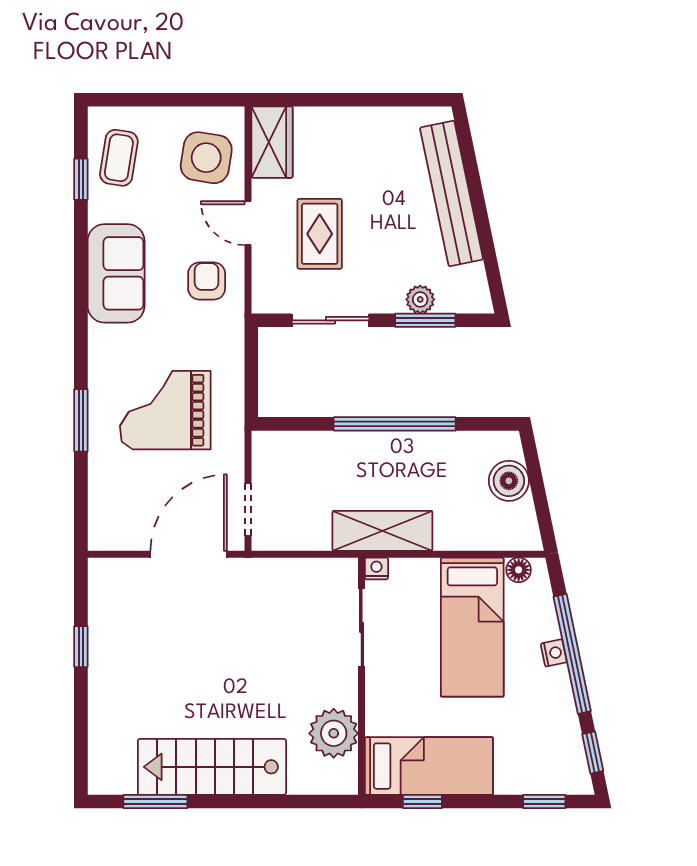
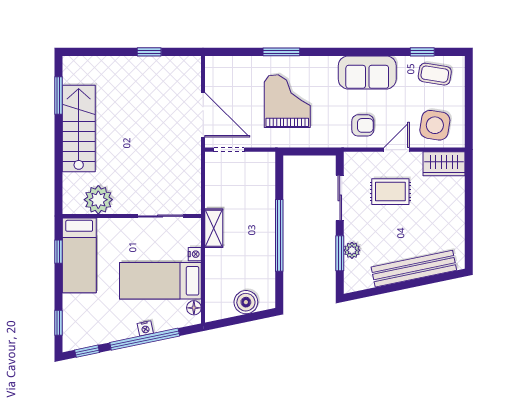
shelving: (382, 531) -> (214, 228), width x0.67, depth x0.75
nightstand: (376, 568) -> (195, 254), moved

